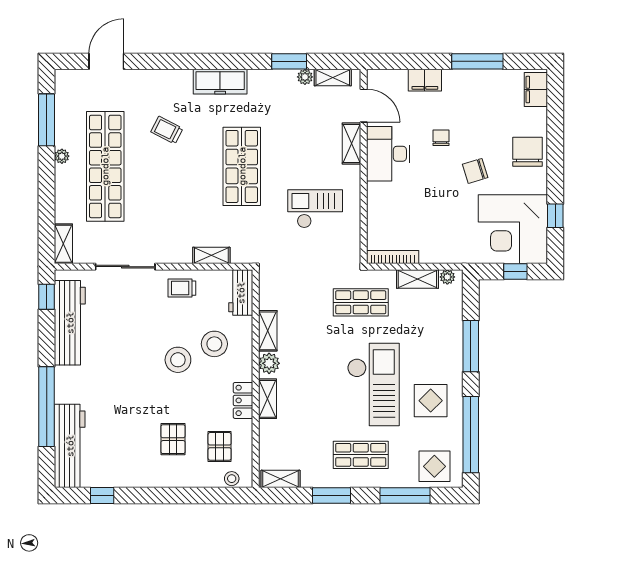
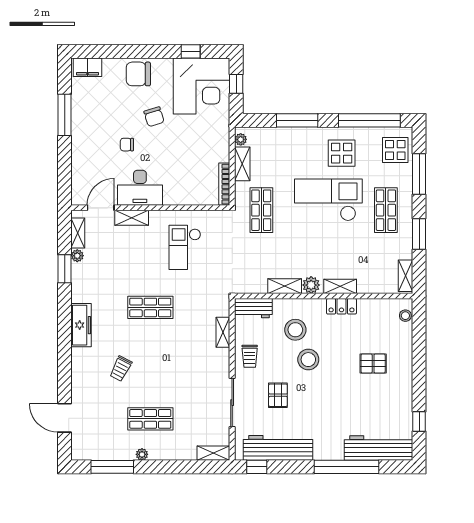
filing cabinet: (425, 80) -> (80, 158), removed
shop shelf: (105, 166) -> (150, 419), width x0.50, depth x0.74
shop shelf: (242, 166) -> (150, 307), width x0.70, depth x0.74
pallet: (220, 446) -> (278, 395), moved, turned 90

